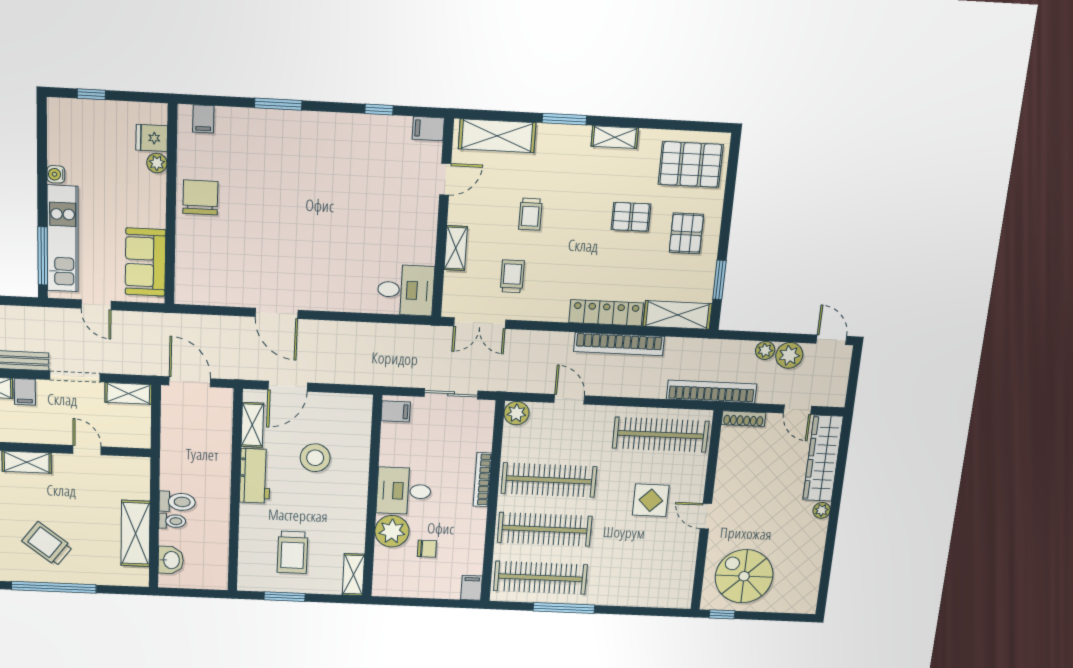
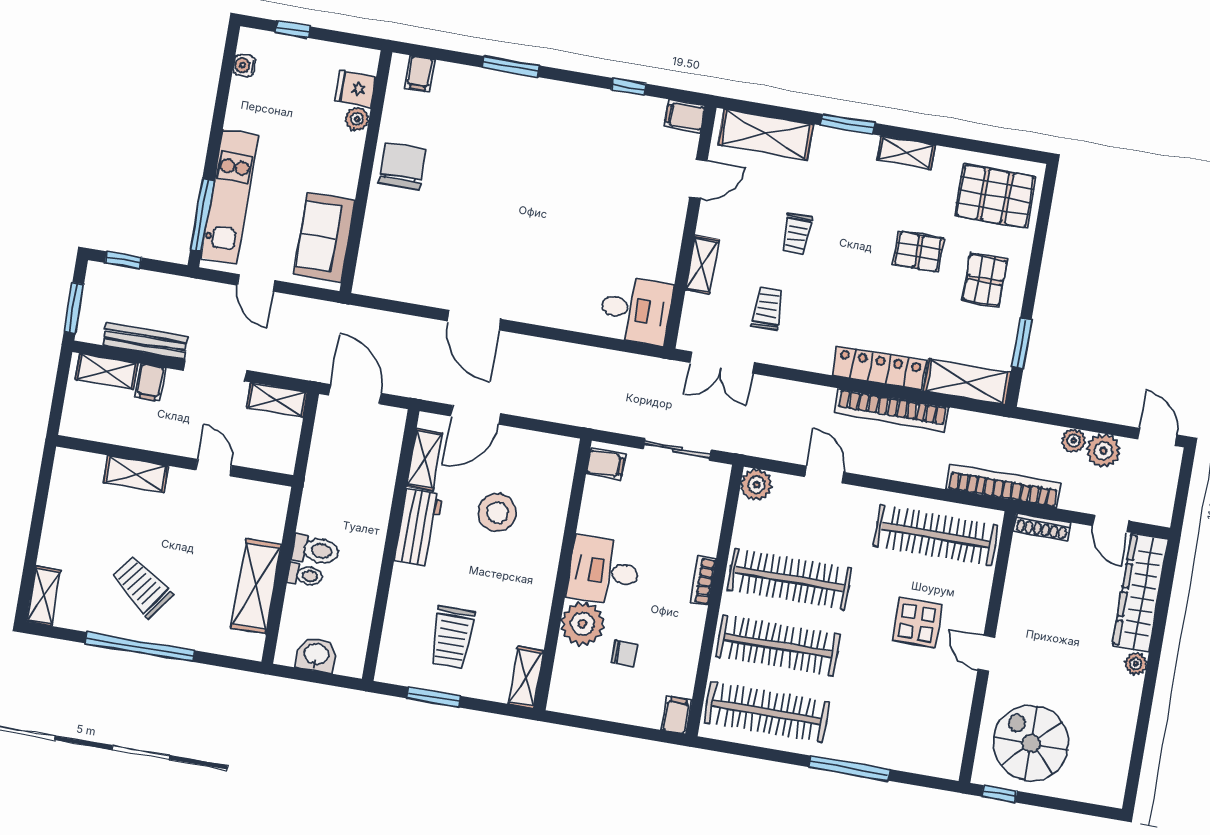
water cooler: (56, 174) -> (244, 65), moved
bookcase: (482, 480) -> (703, 581), width x0.64
washbasin: (171, 560) -> (316, 655), moved, turned -90
window: (564, 608) -> (849, 768), moved

